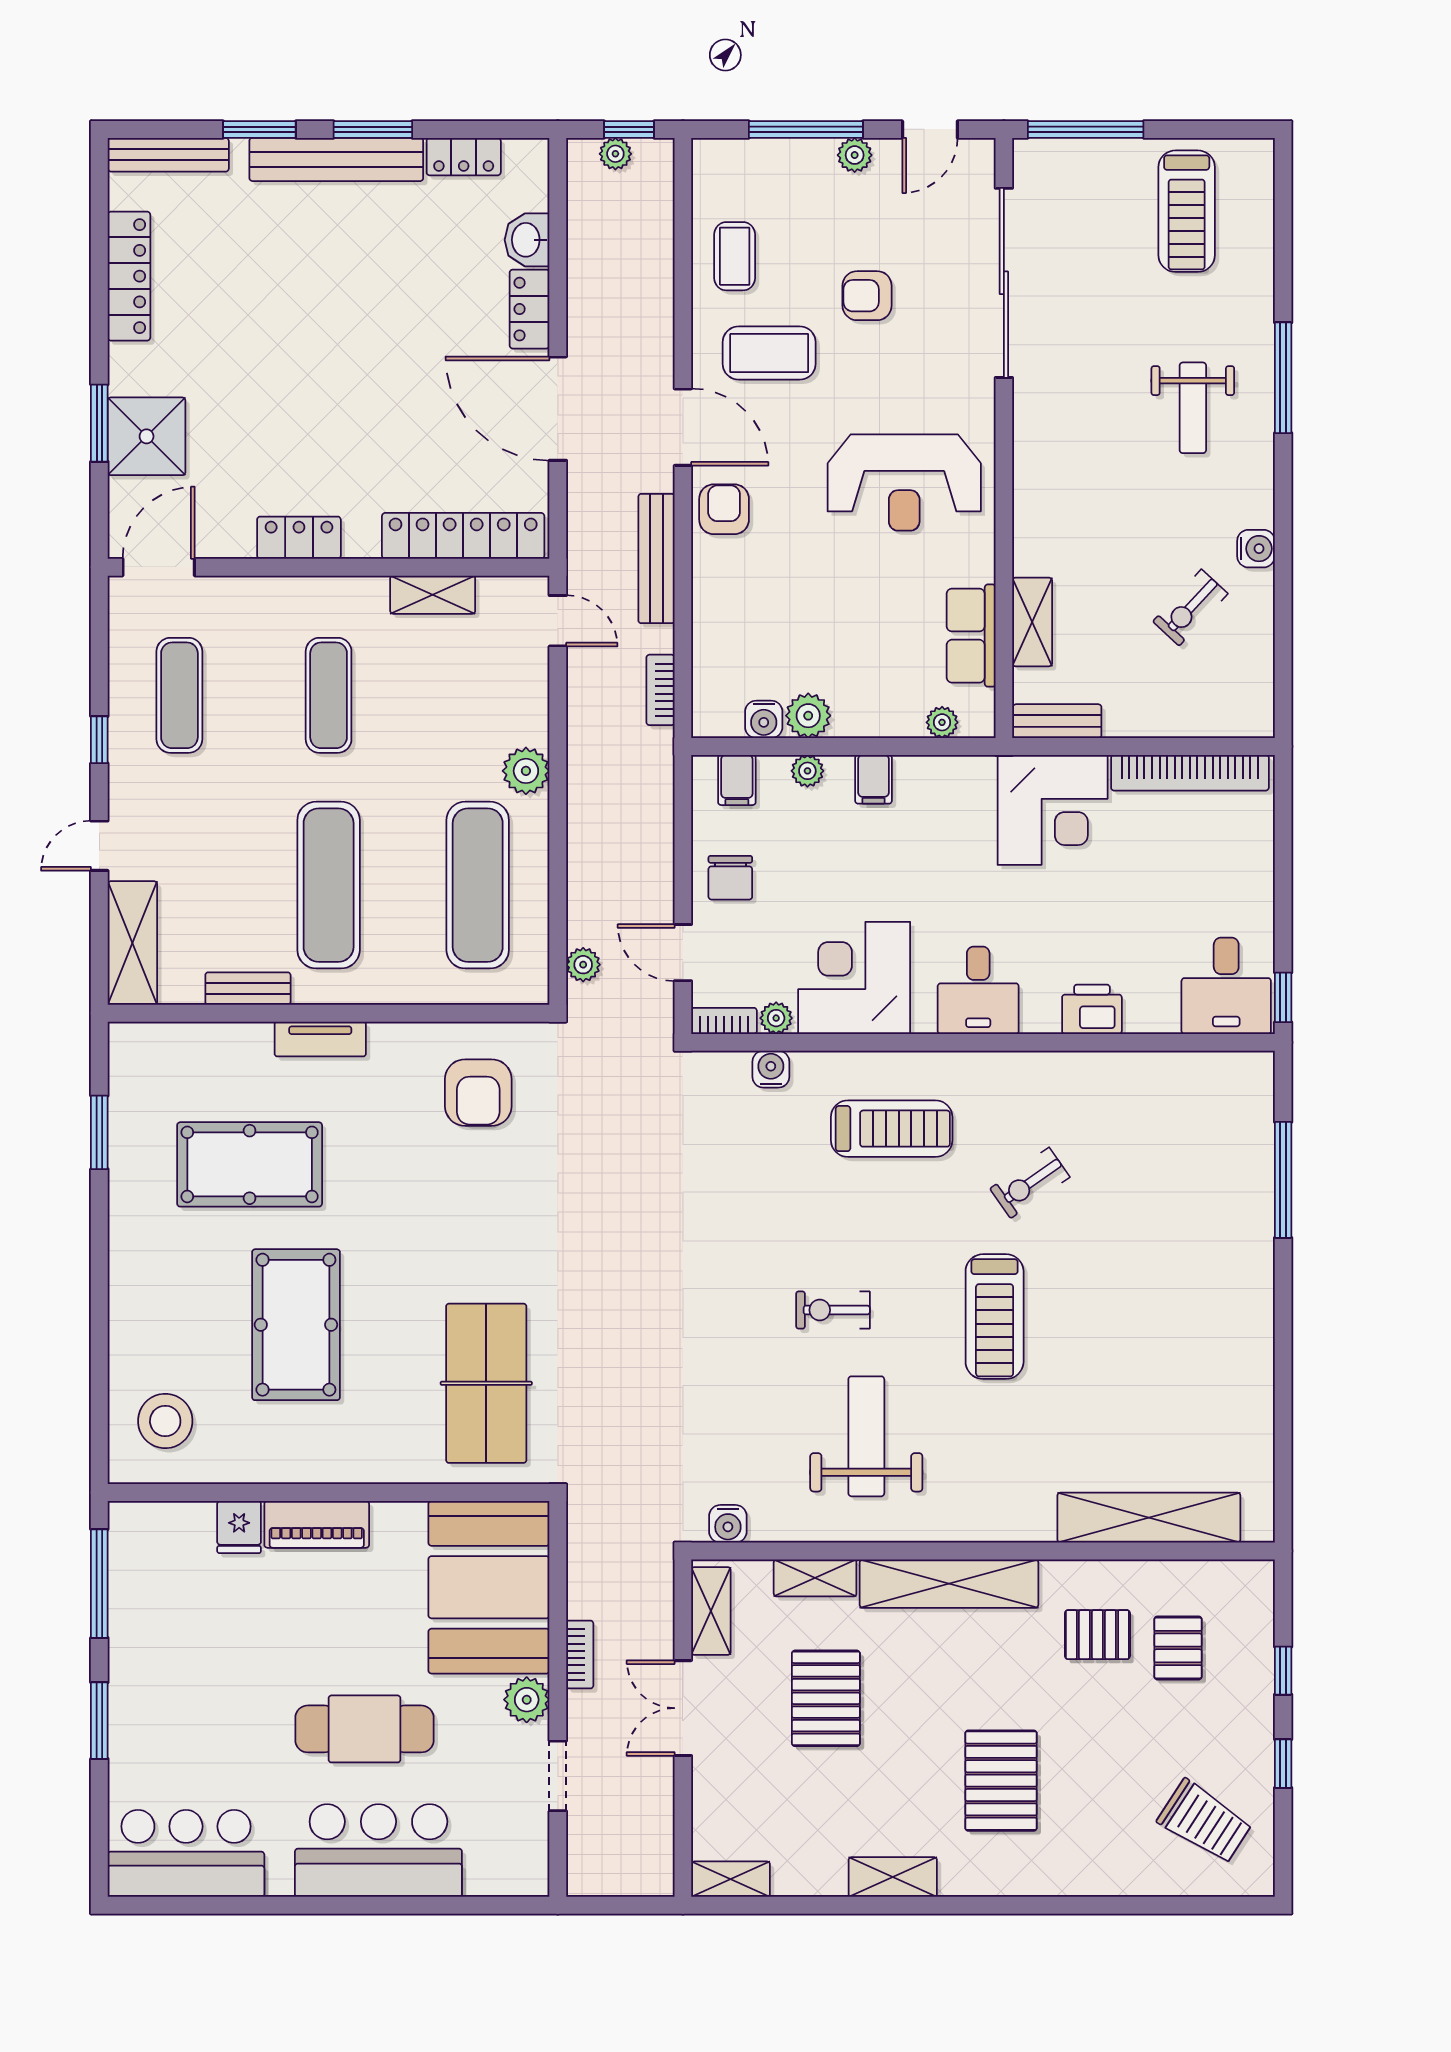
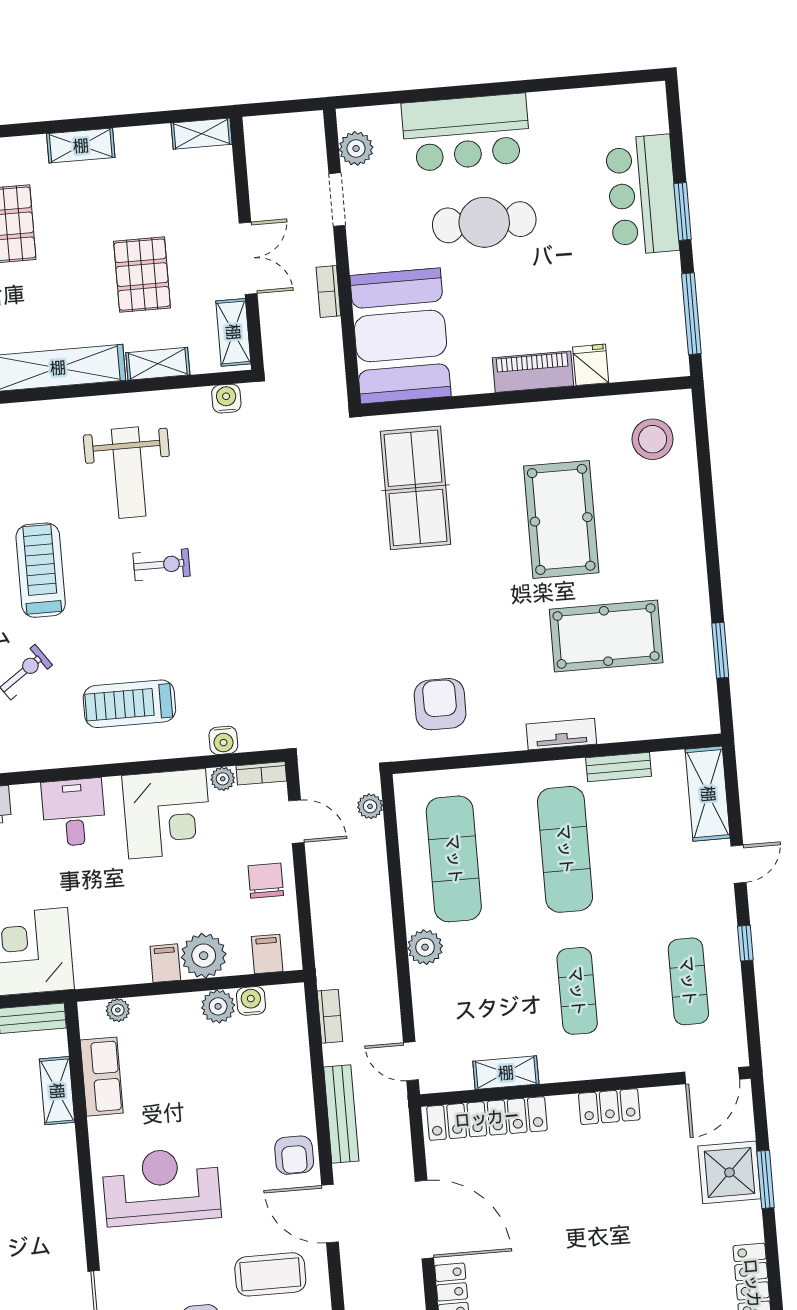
plant: (807, 771) -> (204, 956), width x1.87, depth x1.87
plant: (527, 1700) -> (356, 148), moved
bar counter: (186, 1853) -> (642, 195), moved, turned 90

